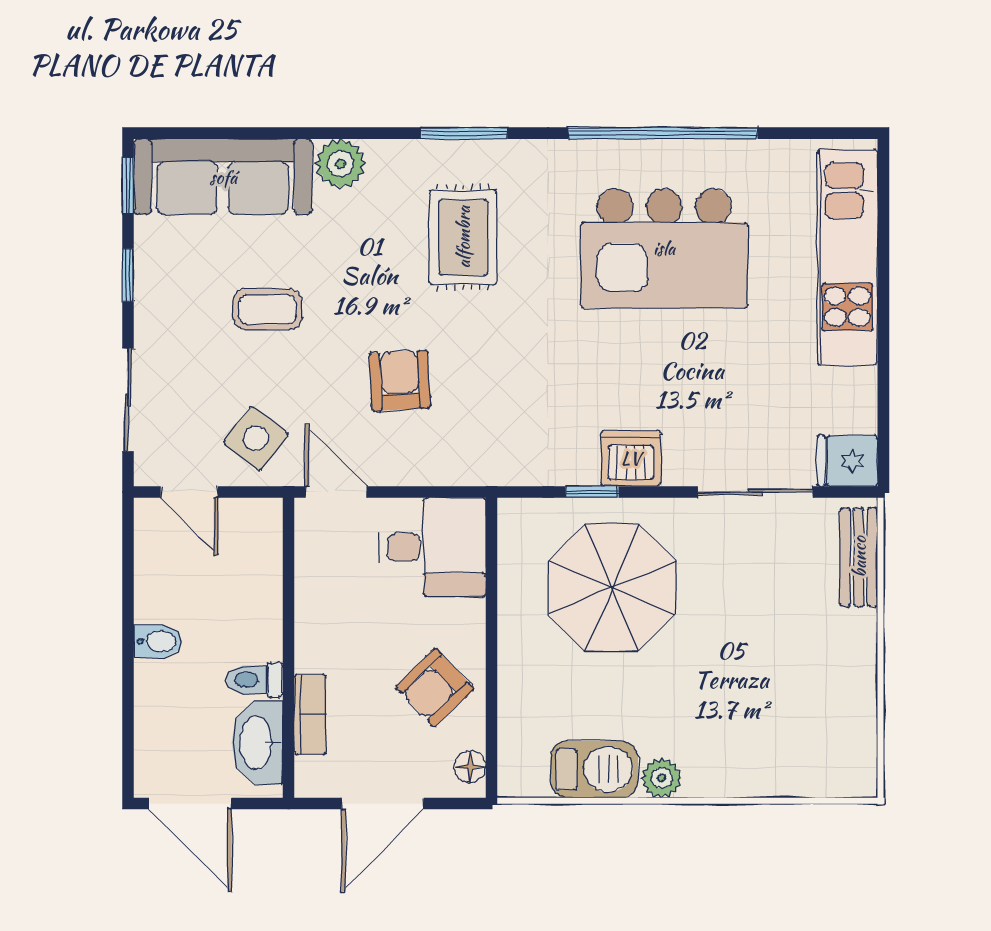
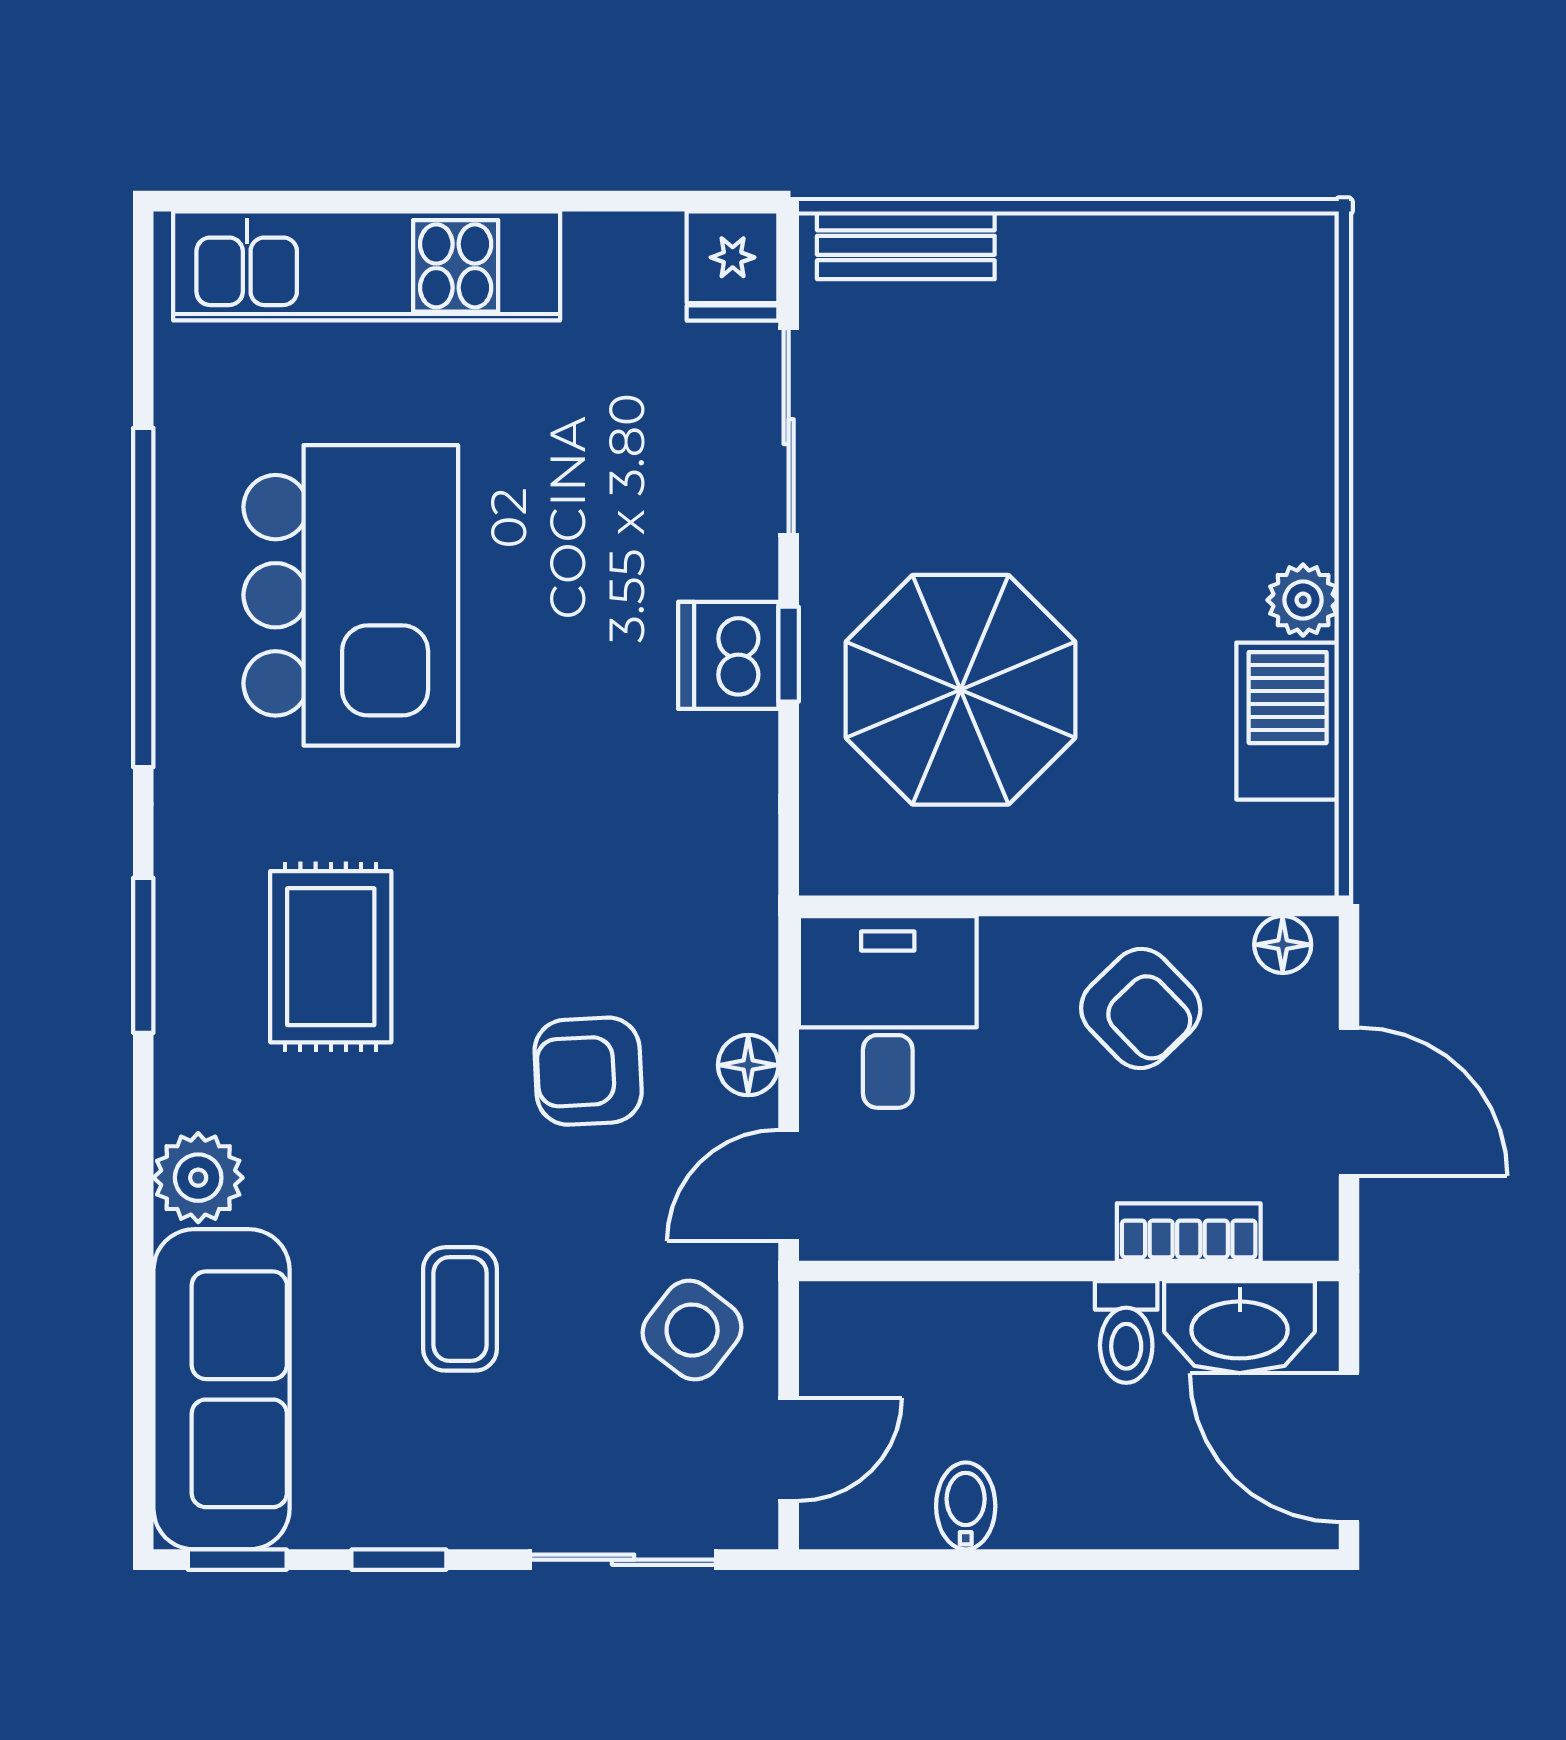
rug: (463, 237) -> (331, 957), turned 90
floor lamp: (403, 469) -> (748, 1065), added
window: (592, 492) -> (789, 654), moved
bidet: (158, 641) -> (966, 1506), moved
door: (190, 804) -> (1349, 1448), swing flipped

